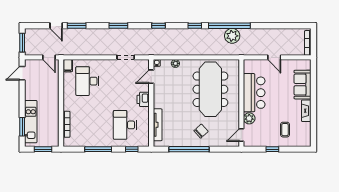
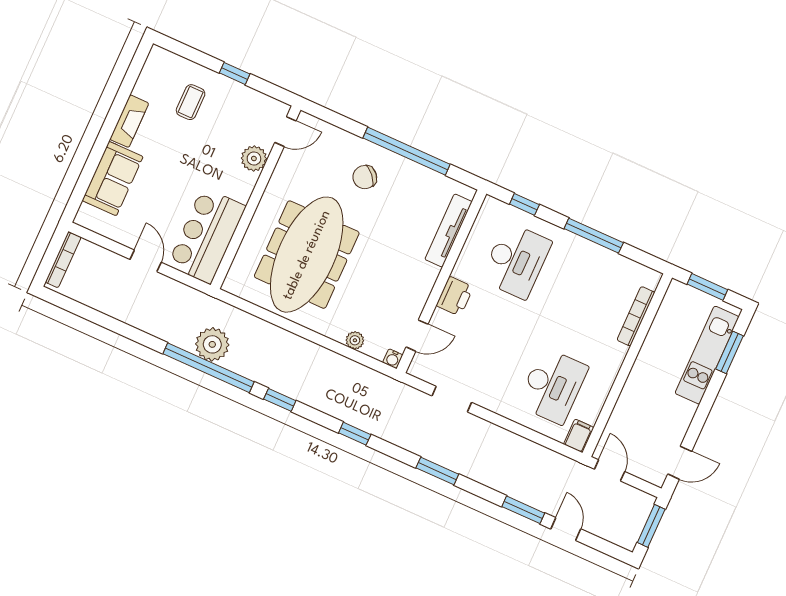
bar counter: (254, 93) -> (207, 236), moved

